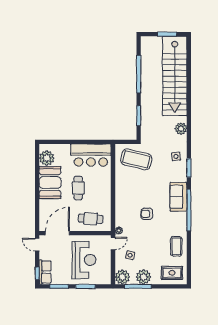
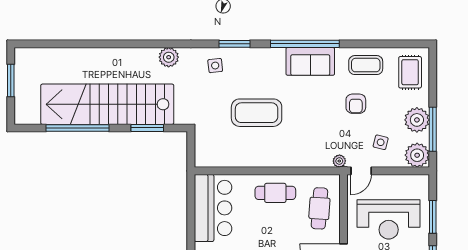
stairs: (175, 76) -> (107, 104), moved, turned 180
coffee table: (136, 159) -> (257, 113), moved, turned 76
cafe table: (78, 188) -> (275, 193), moved
sofa: (178, 197) -> (310, 61), moved
armchair: (147, 214) -> (356, 104), moved
door: (113, 244) -> (361, 171), swing flipped
reception desk: (84, 260) -> (389, 219), turned 180

